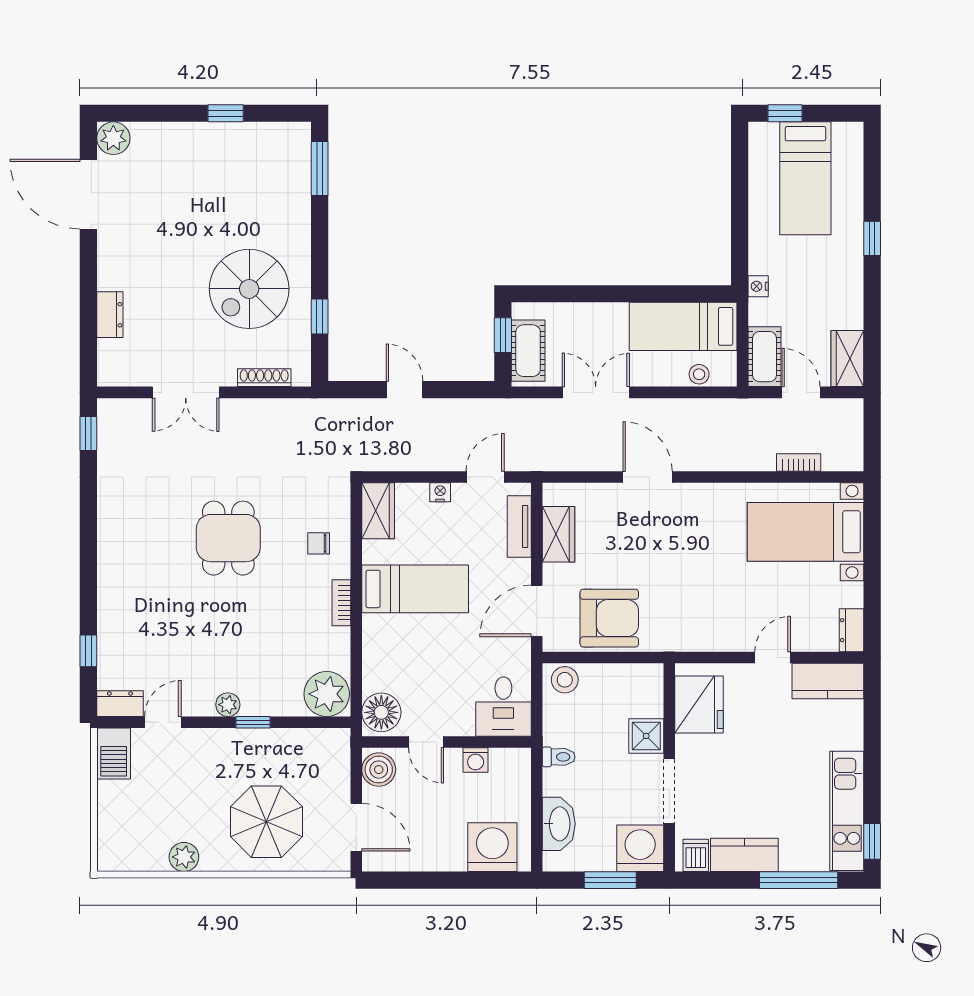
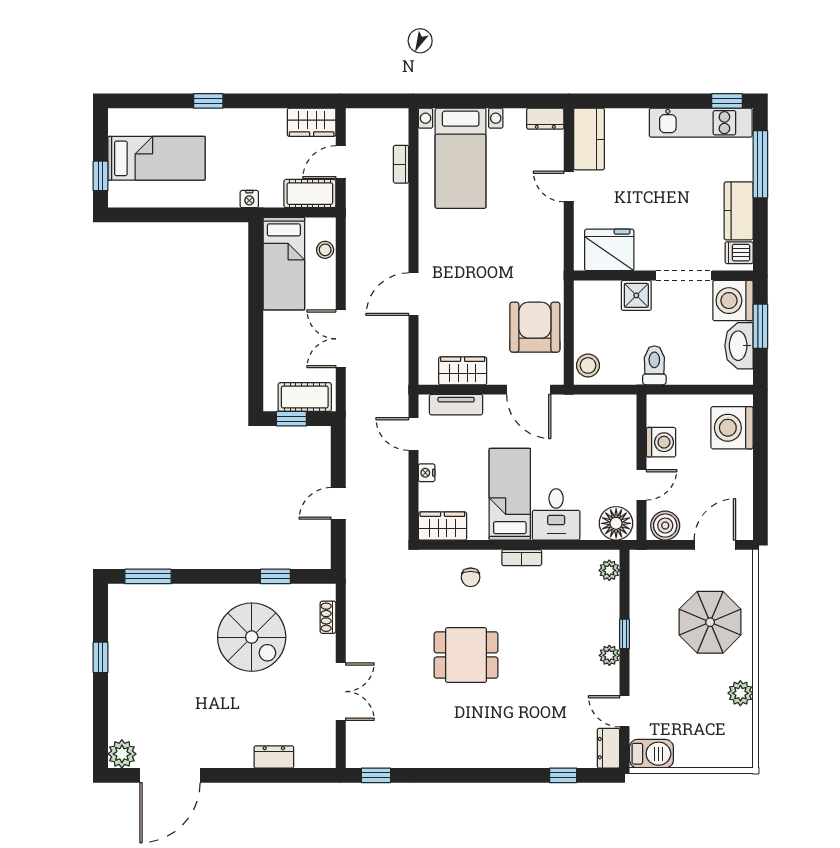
shoe rack: (264, 378) -> (328, 617), width x0.70
plant: (327, 694) -> (609, 570), width x0.53, depth x0.53
desk: (503, 707) -> (556, 514), moved, turned 90
toilet: (559, 757) -> (654, 365), width x1.37, depth x1.39
washing machine: (476, 760) -> (661, 442), width x1.38, depth x1.38
washbasin: (559, 824) -> (739, 346), moved, turned -90

